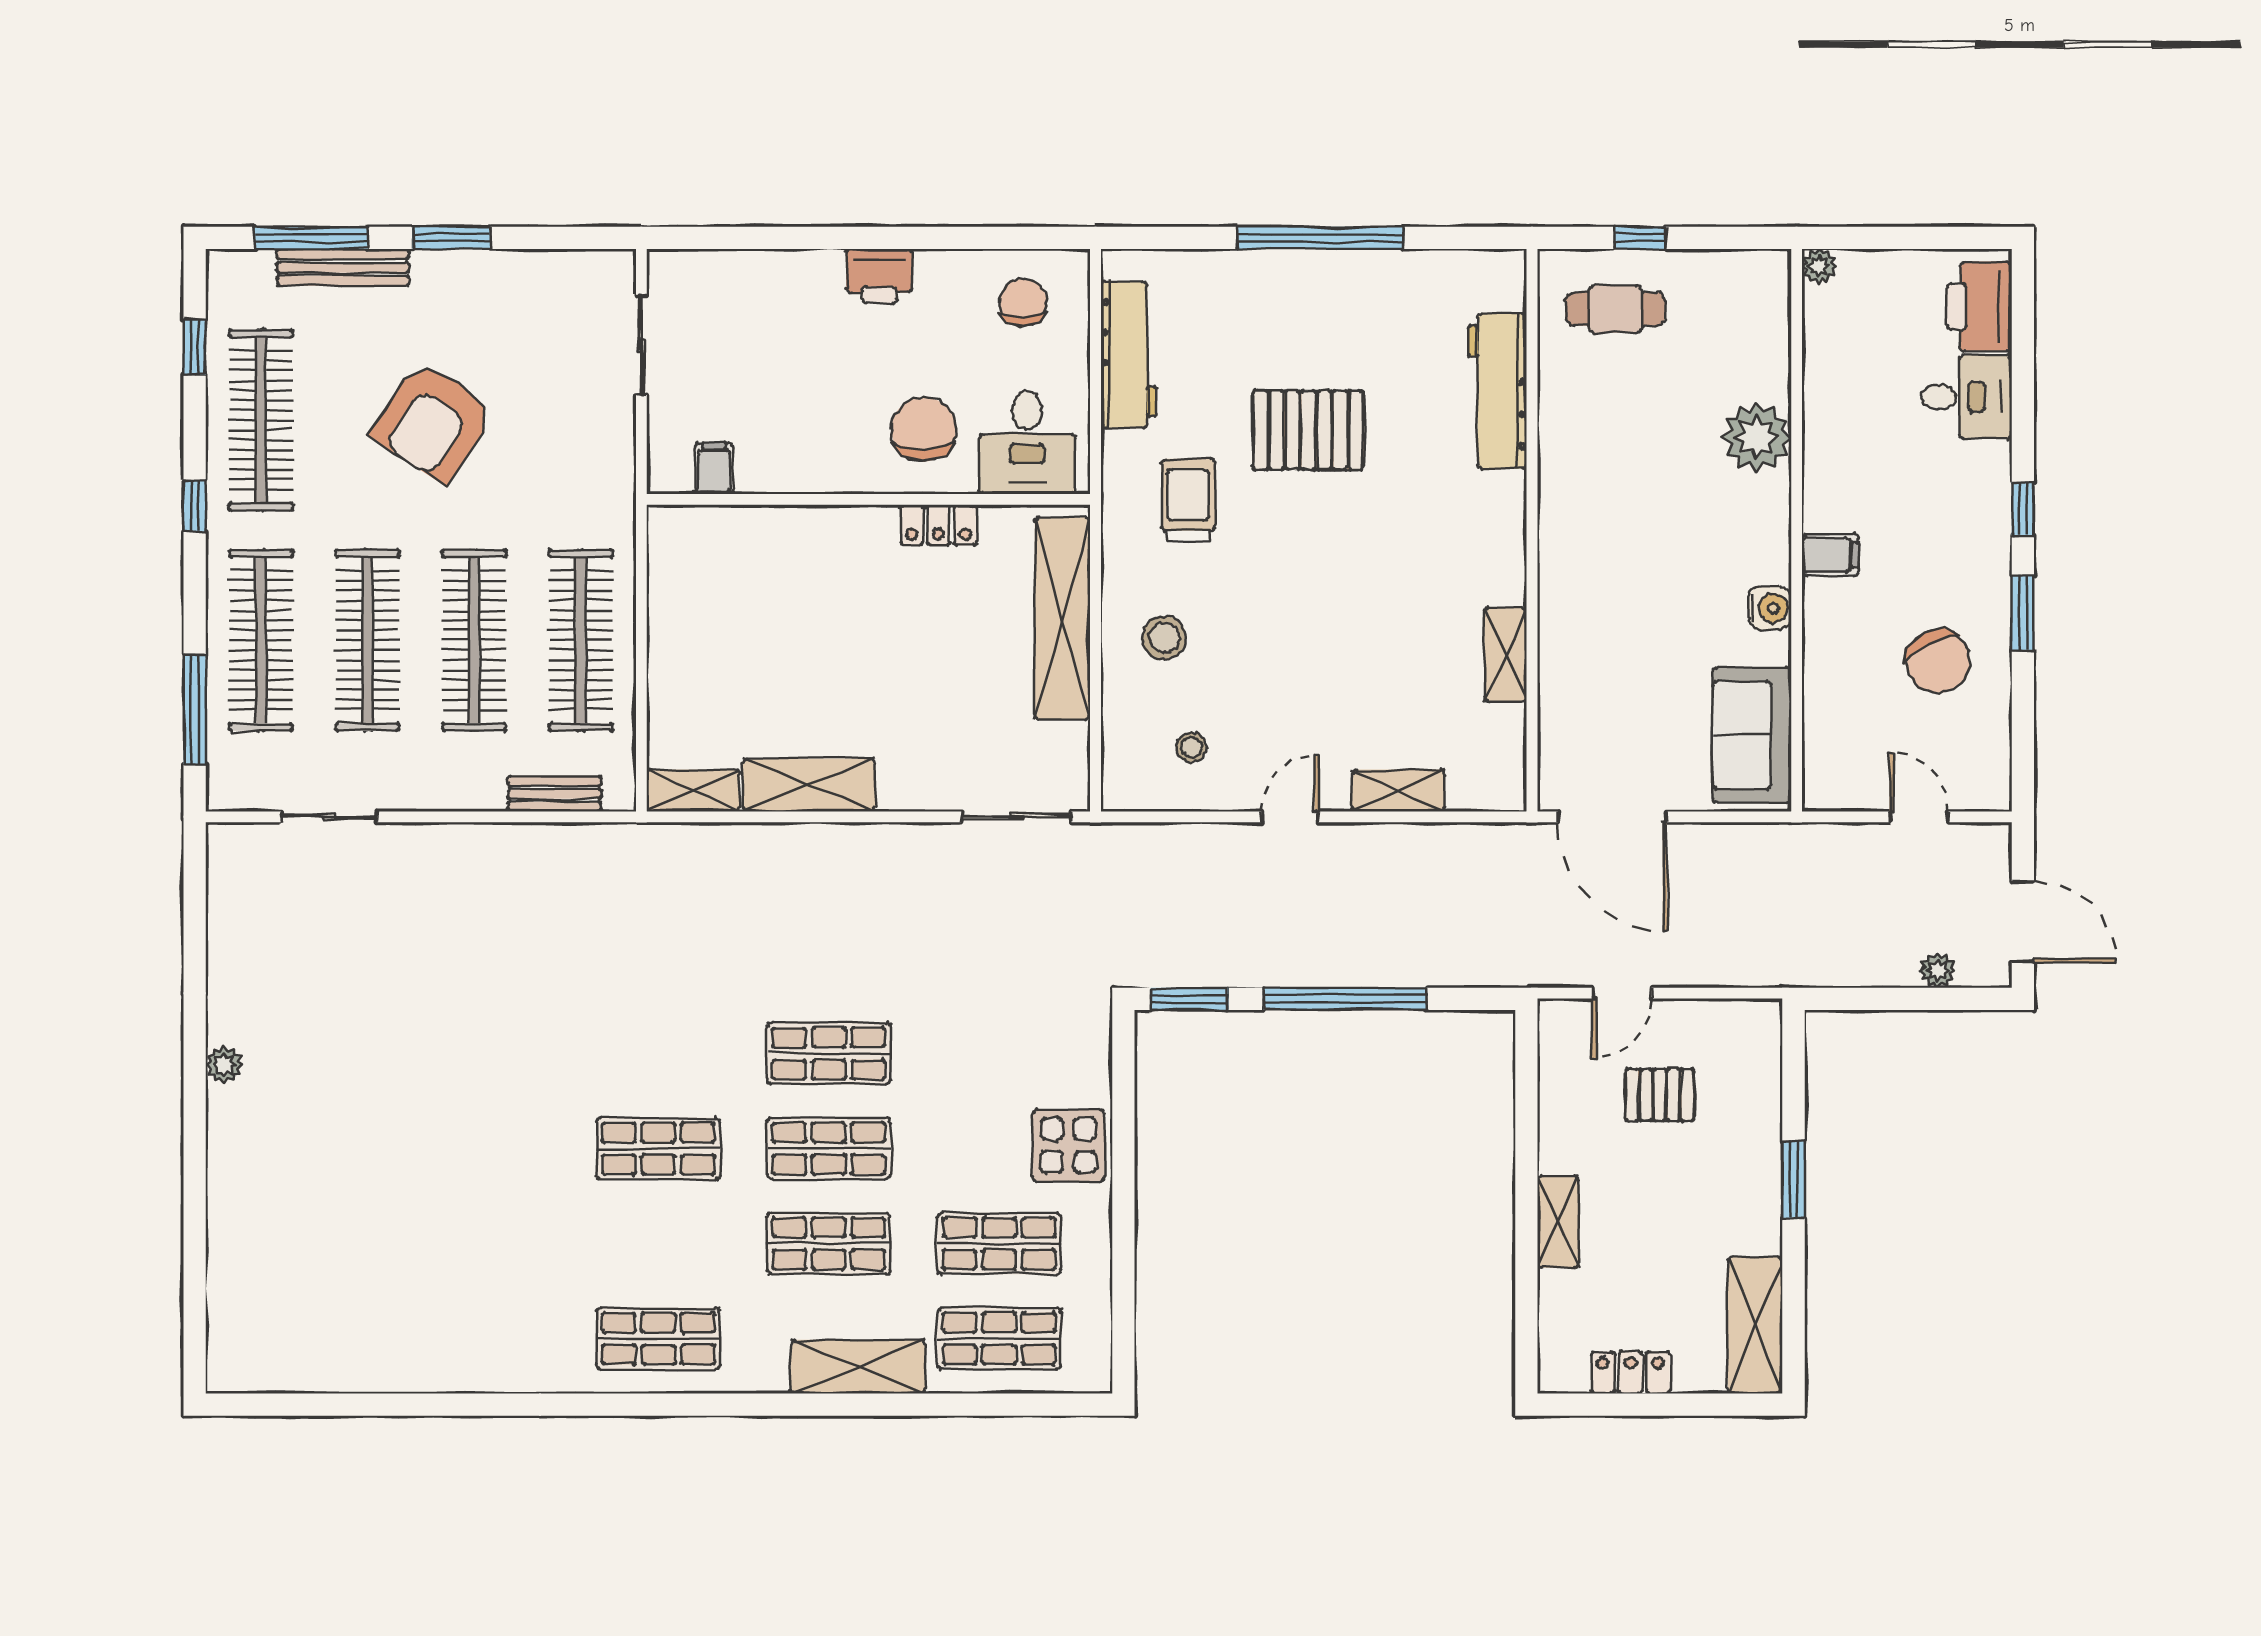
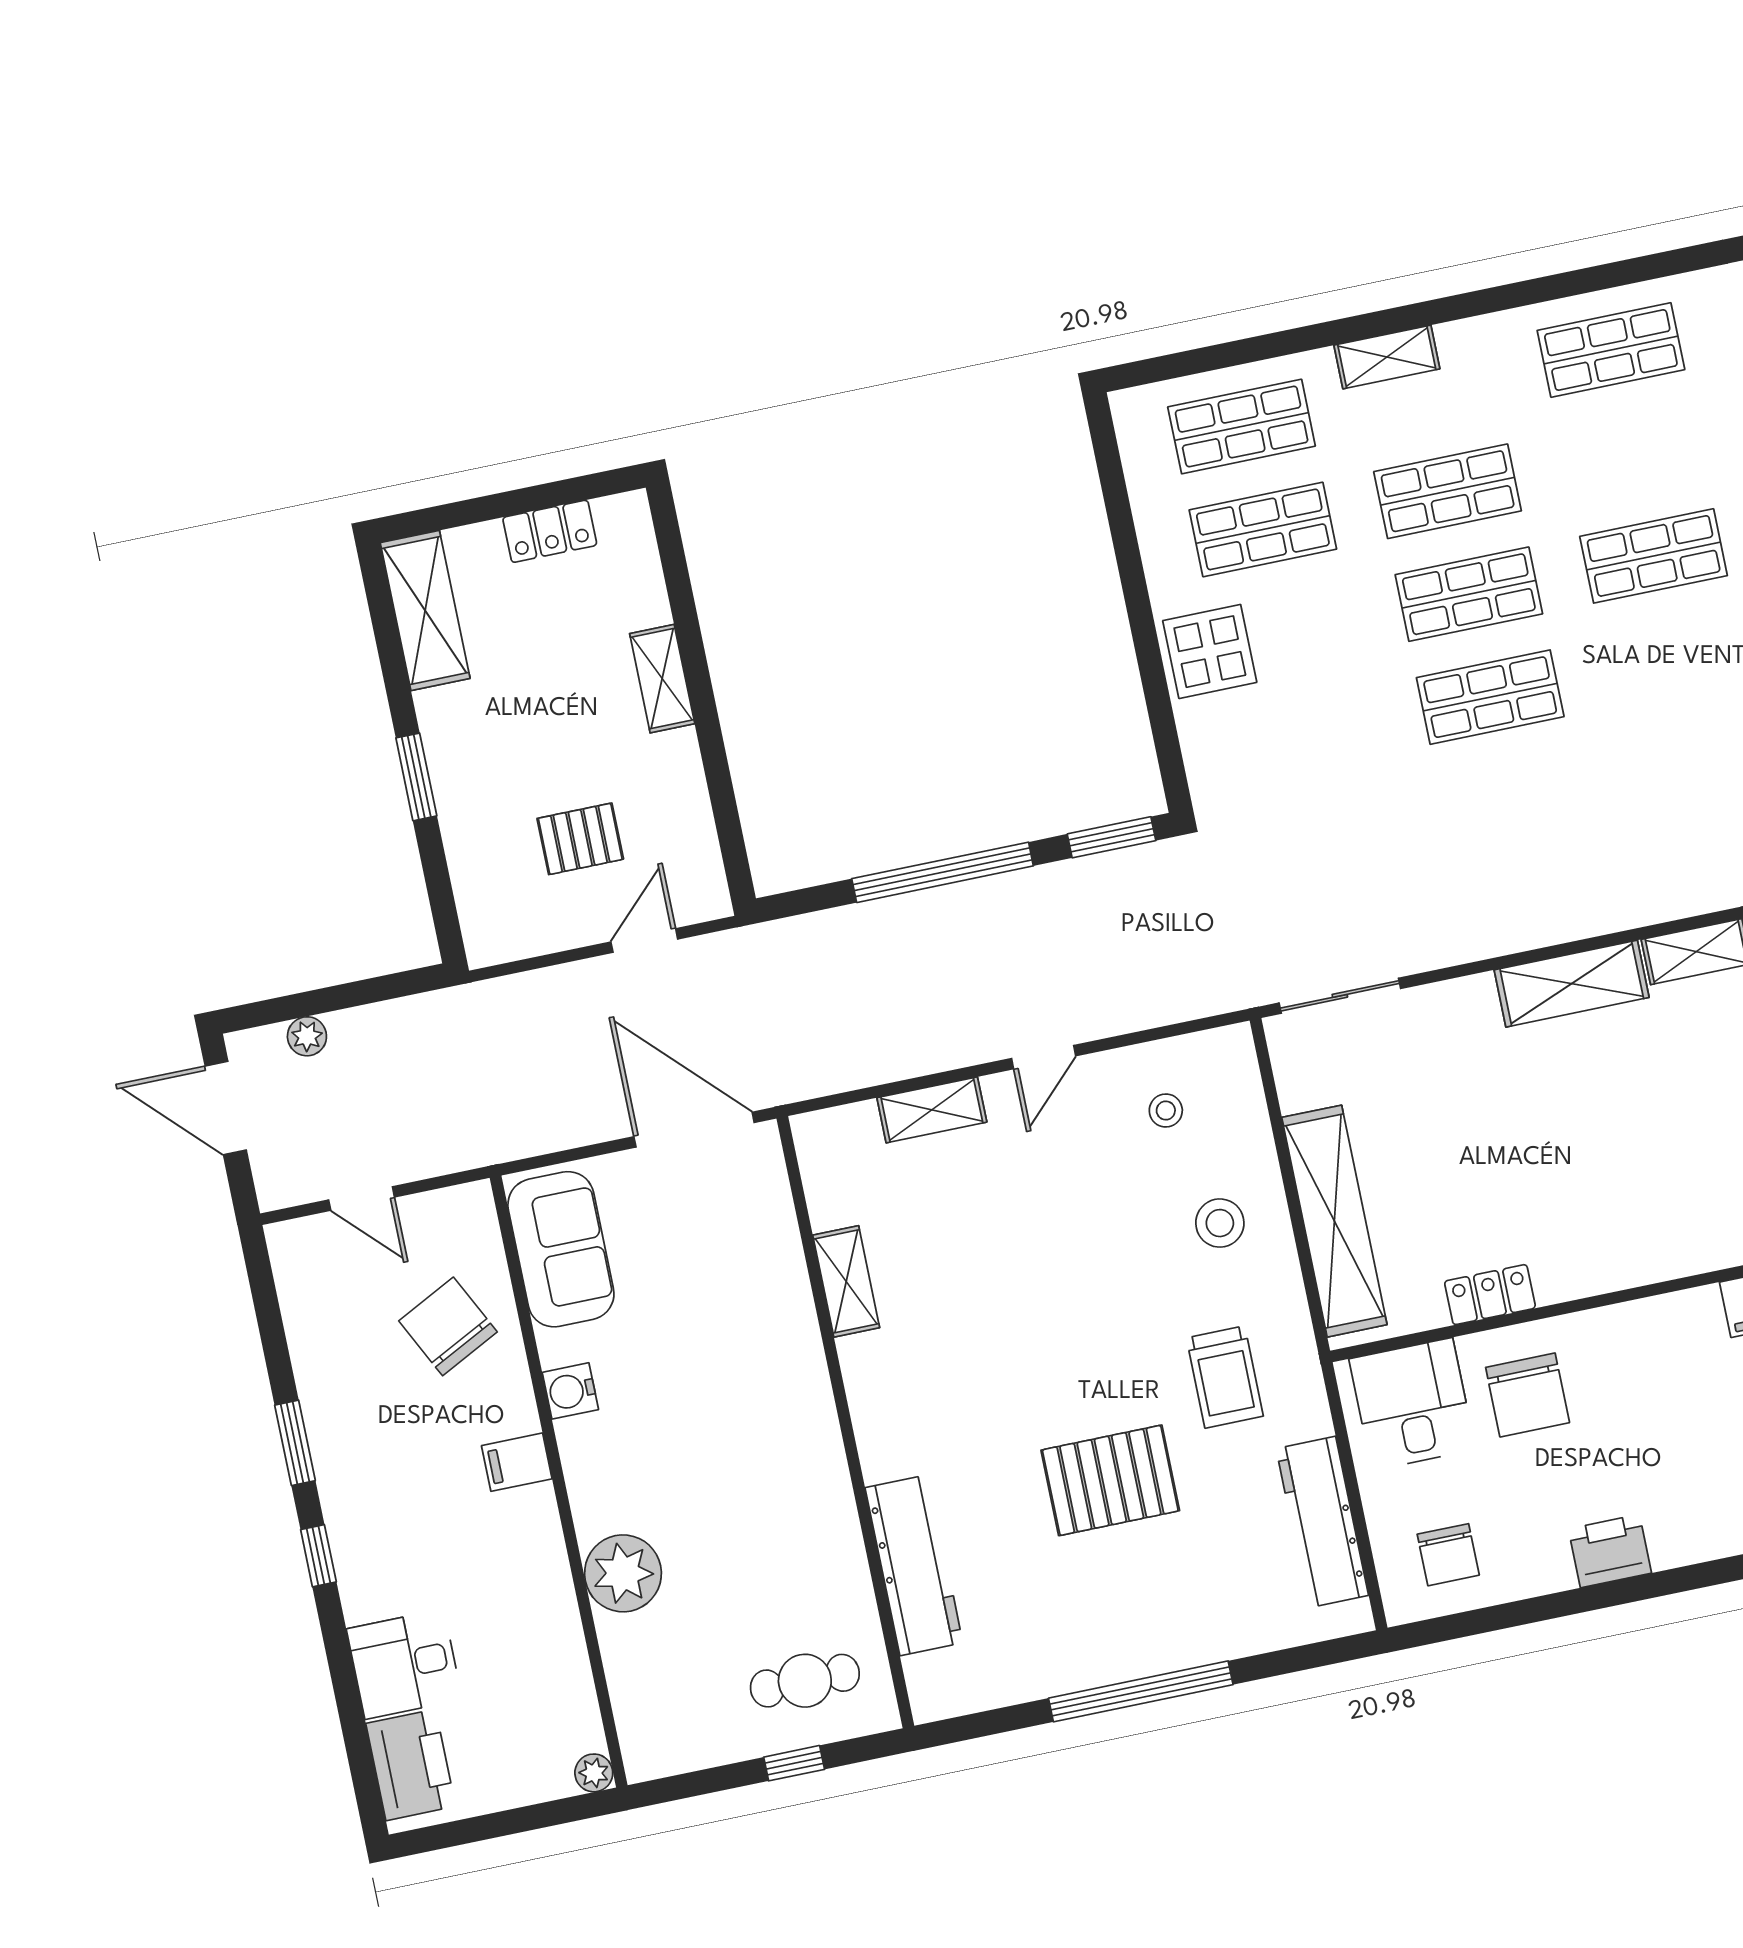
chair: (1938, 661) -> (448, 1326), moved
shelving: (858, 1367) -> (1387, 357), width x0.67, depth x0.75

